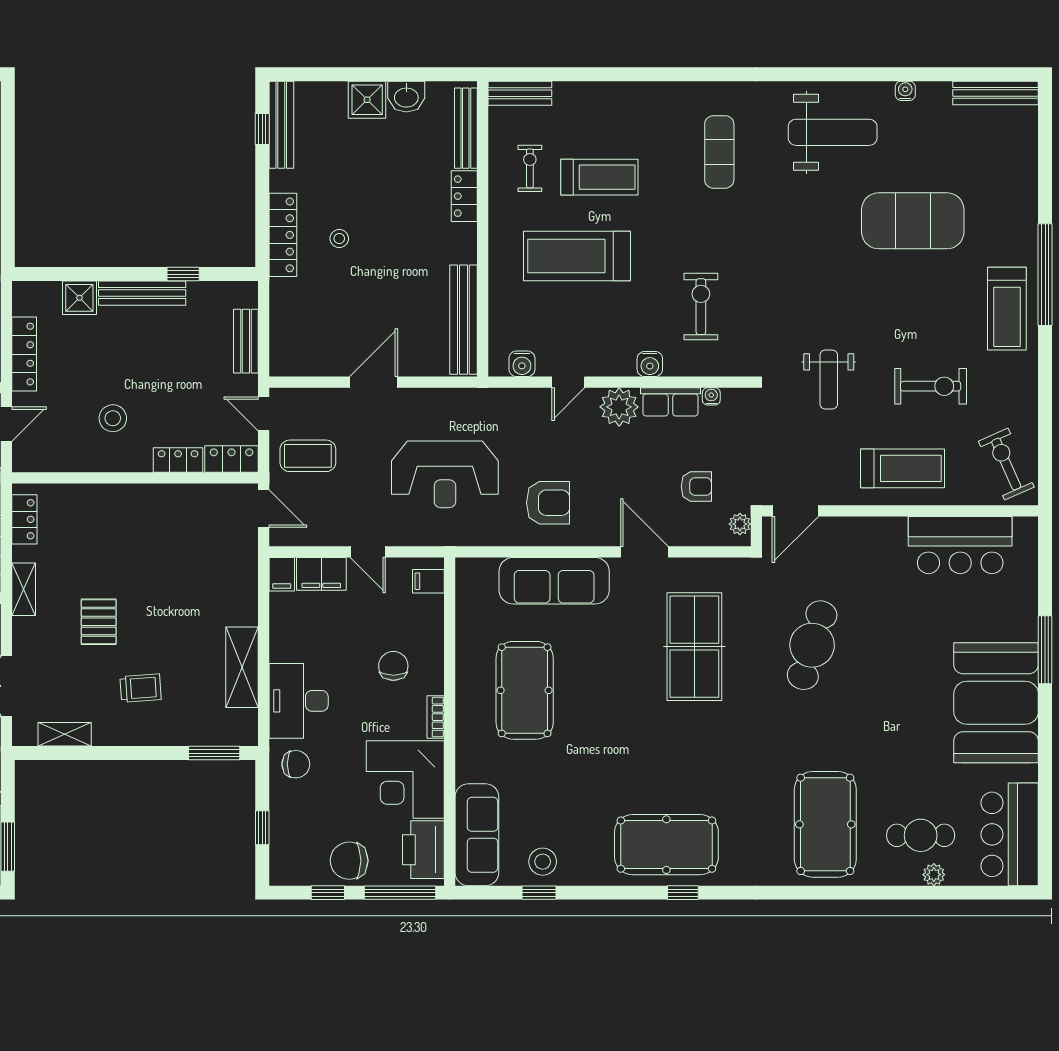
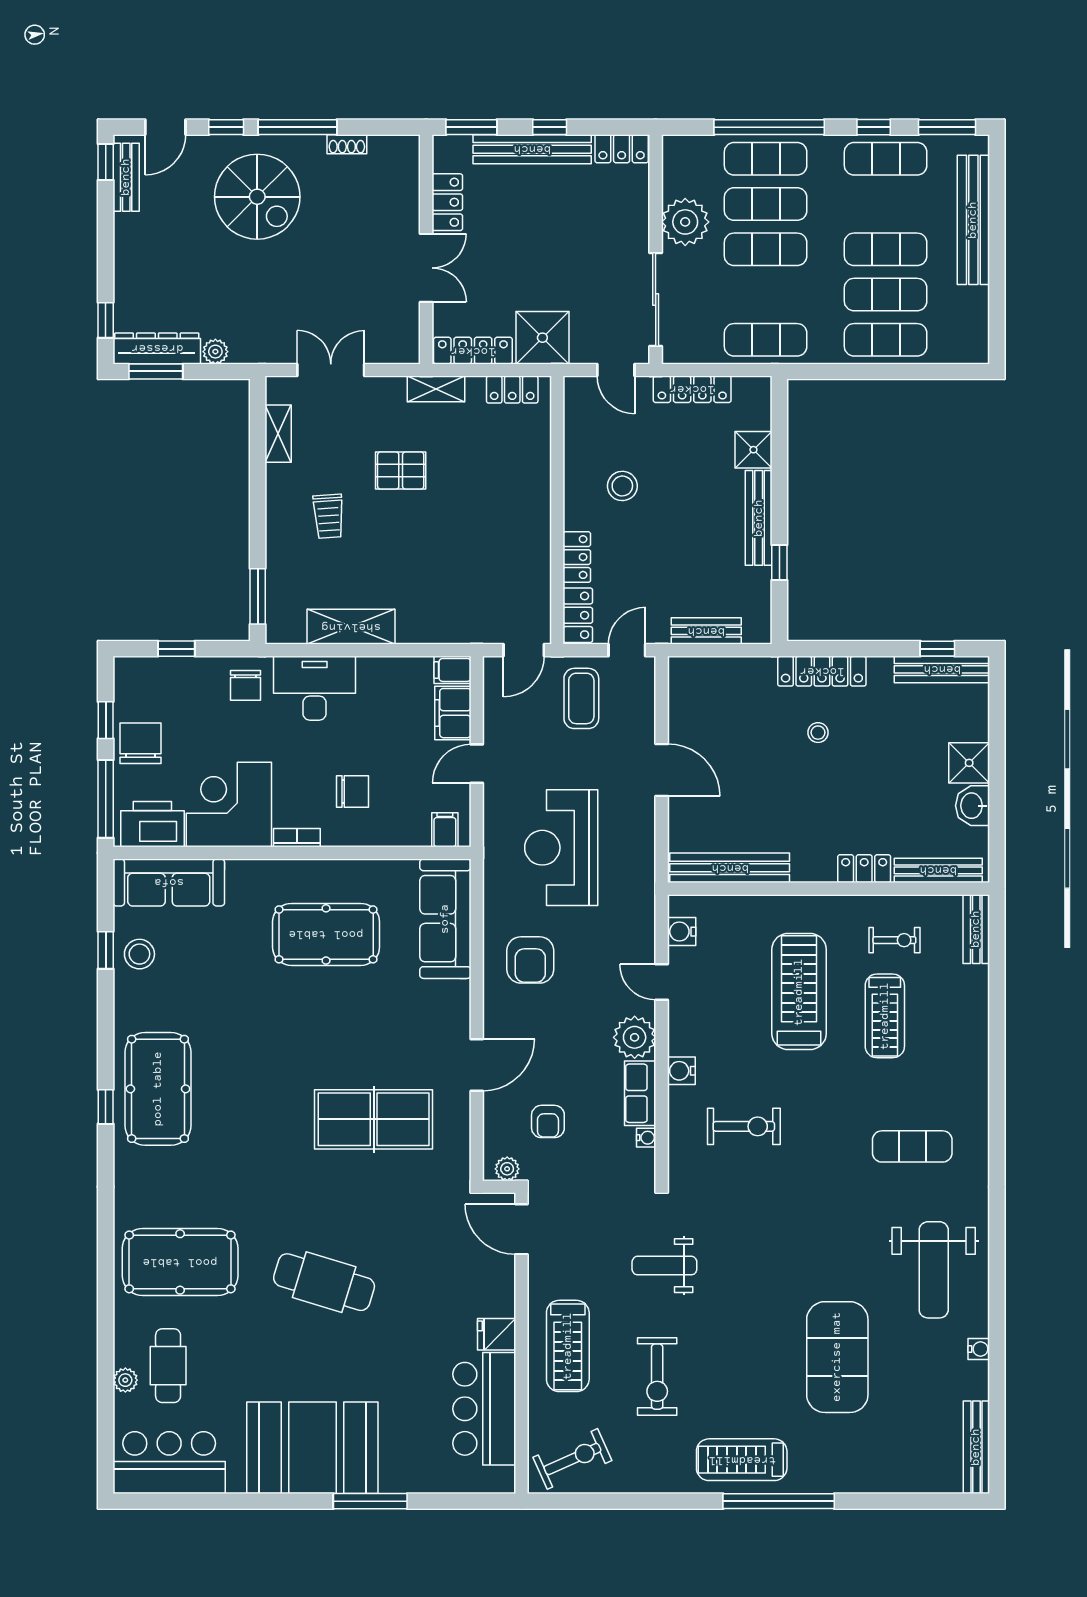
fridge: (892, 534) -> (497, 1334), added
sofa: (554, 581) -> (445, 919), moved
cafe table: (812, 645) -> (324, 1282), moved

